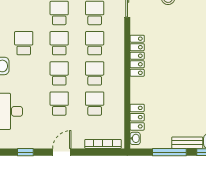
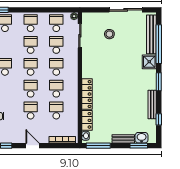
locker: (137, 56) -> (87, 94), moved
door: (62, 152) -> (32, 146), hinge flipped
window: (169, 152) -> (98, 146), moved

